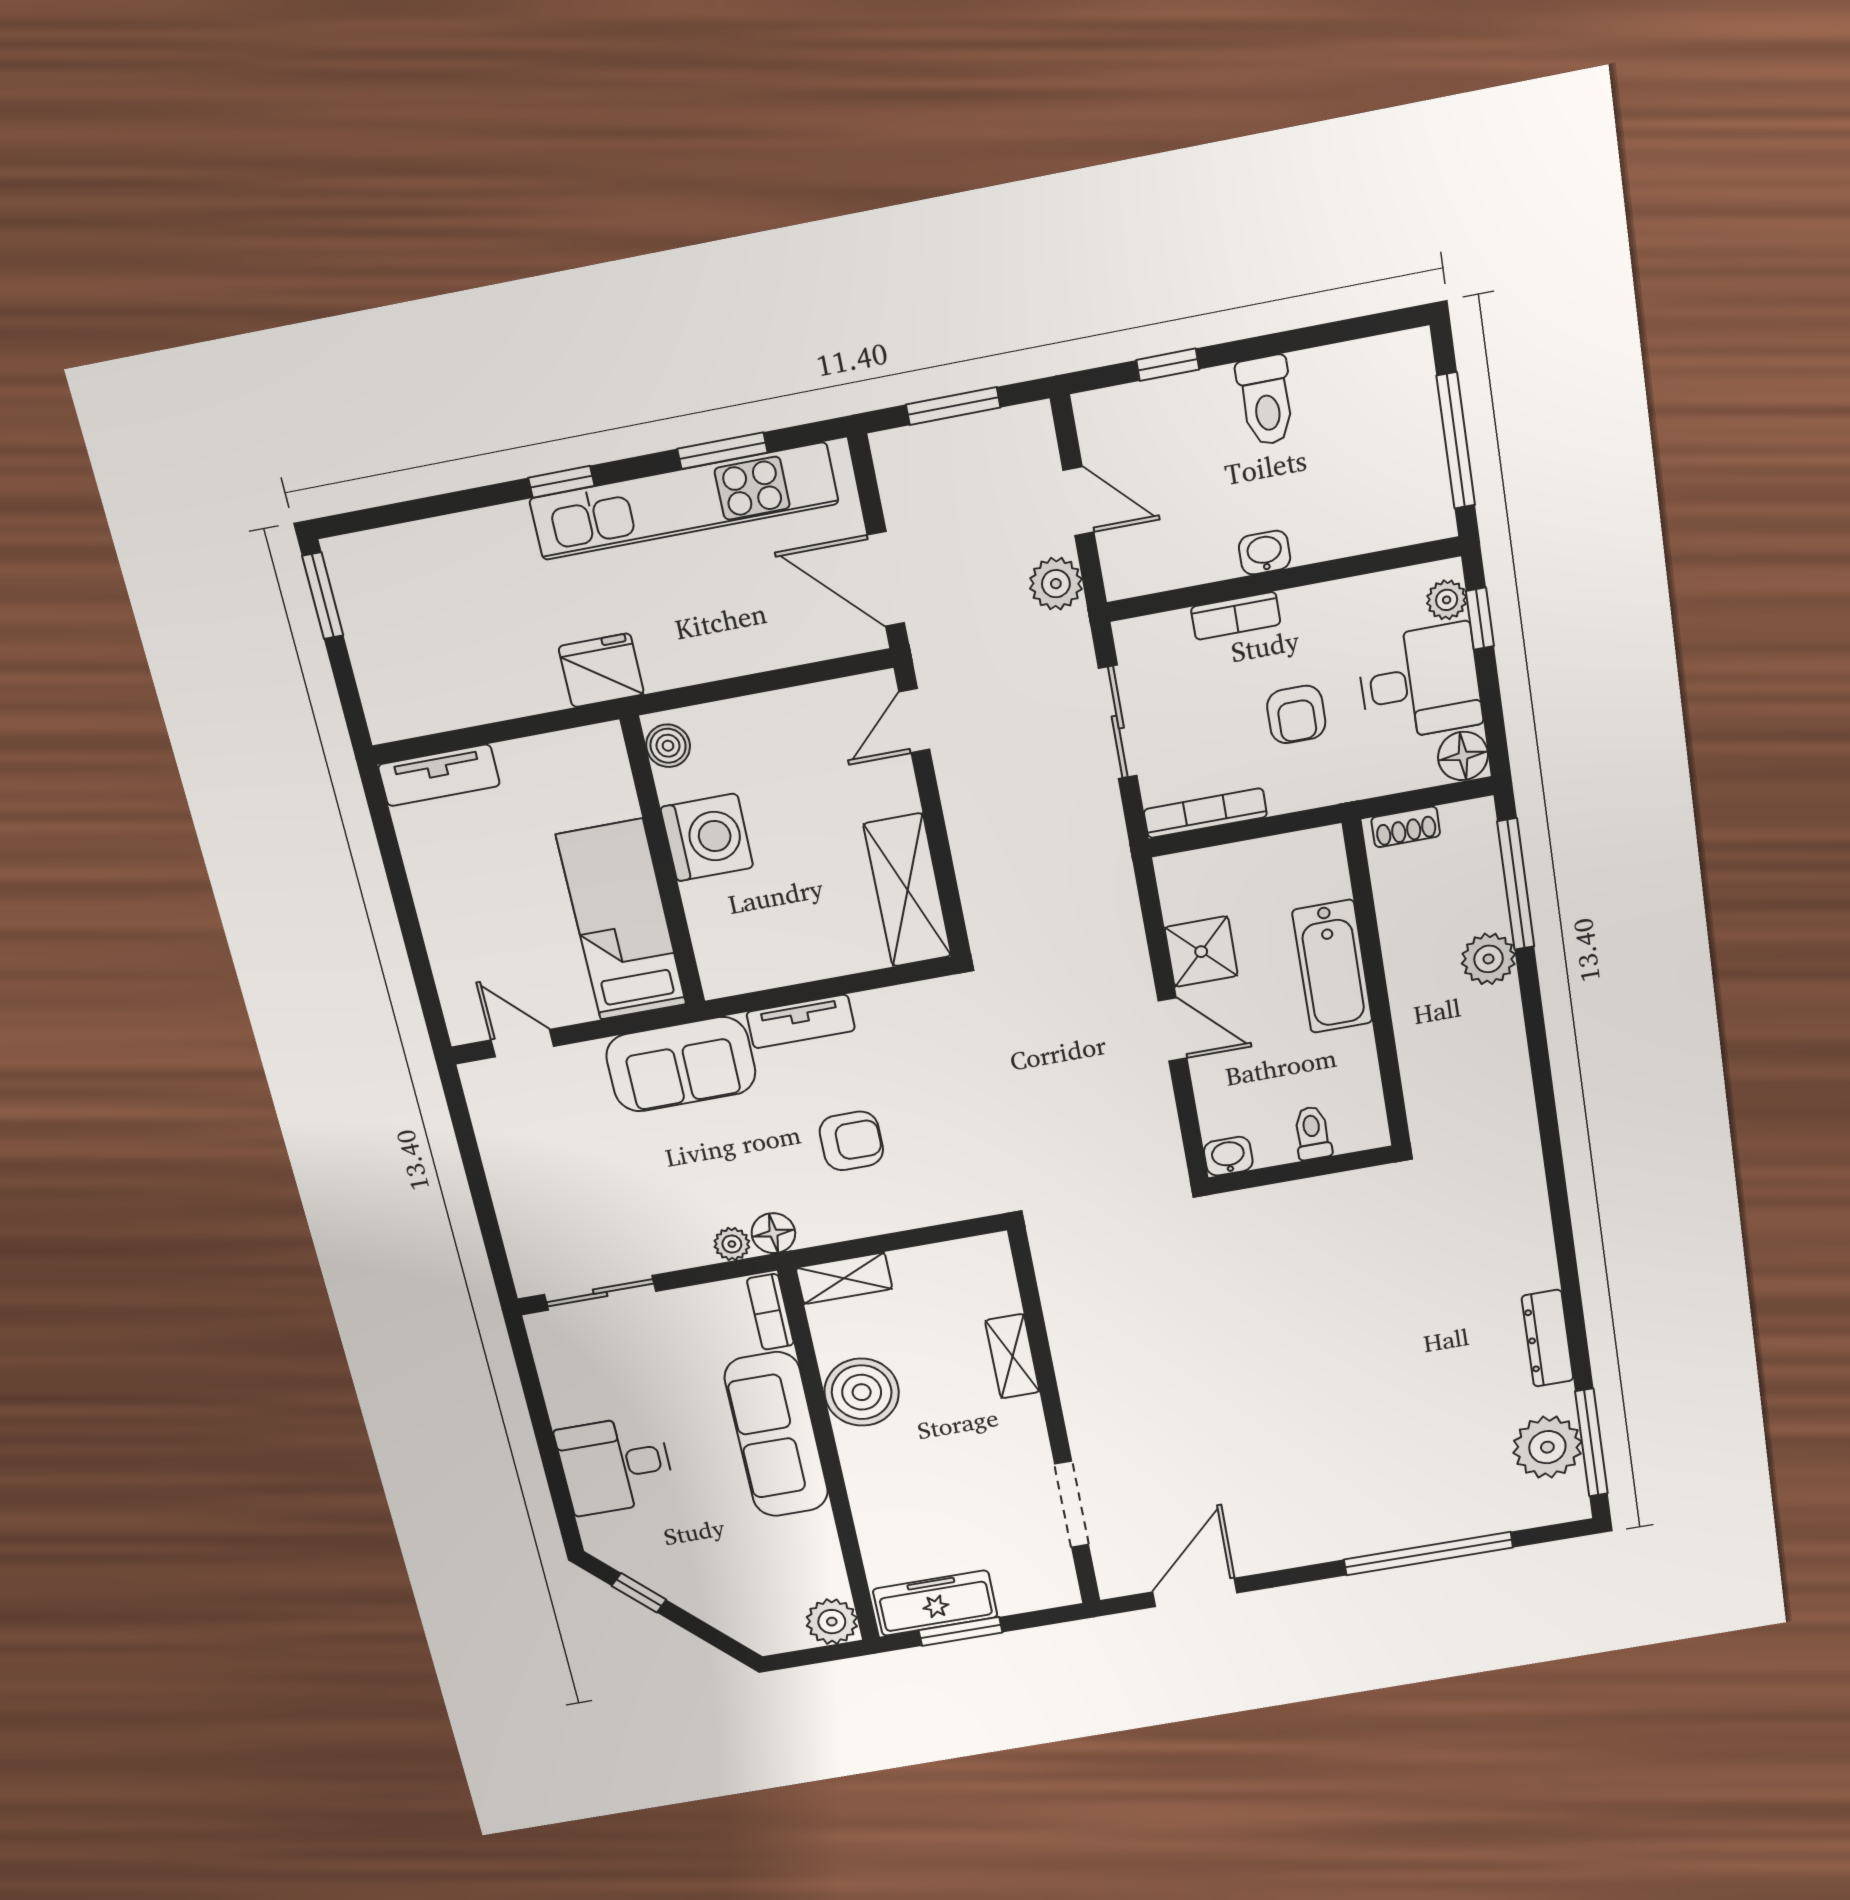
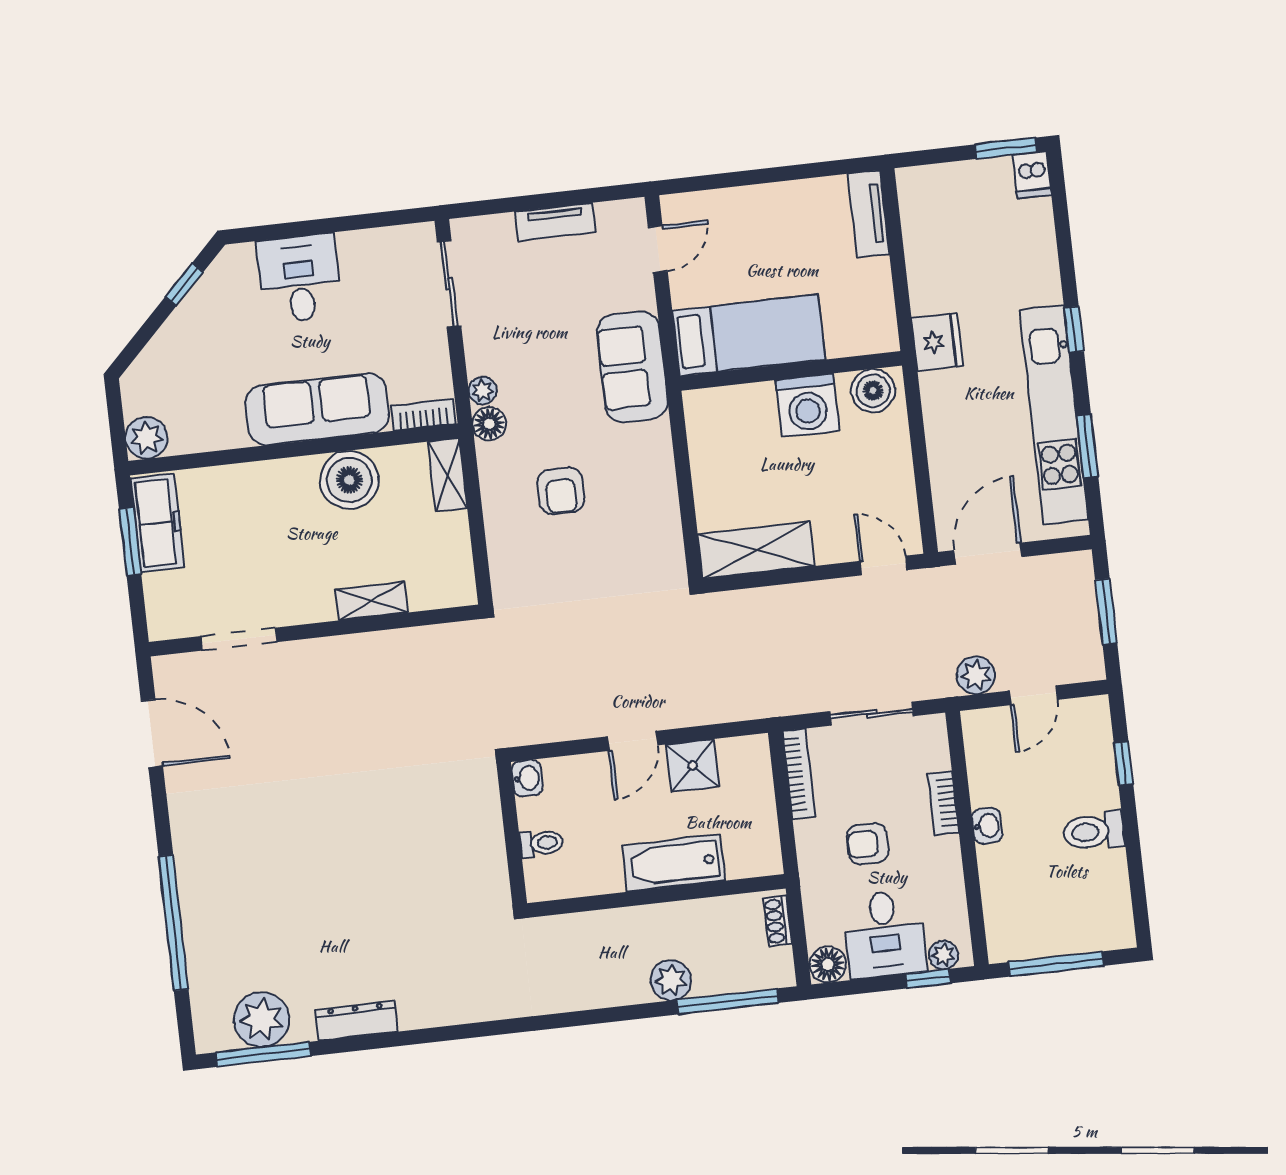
dishwasher: (354, 557) -> (1032, 175), added
boiler: (668, 746) -> (873, 391), width x1.36, depth x1.36
tv unit: (801, 1021) -> (555, 222), moved, turned -90

